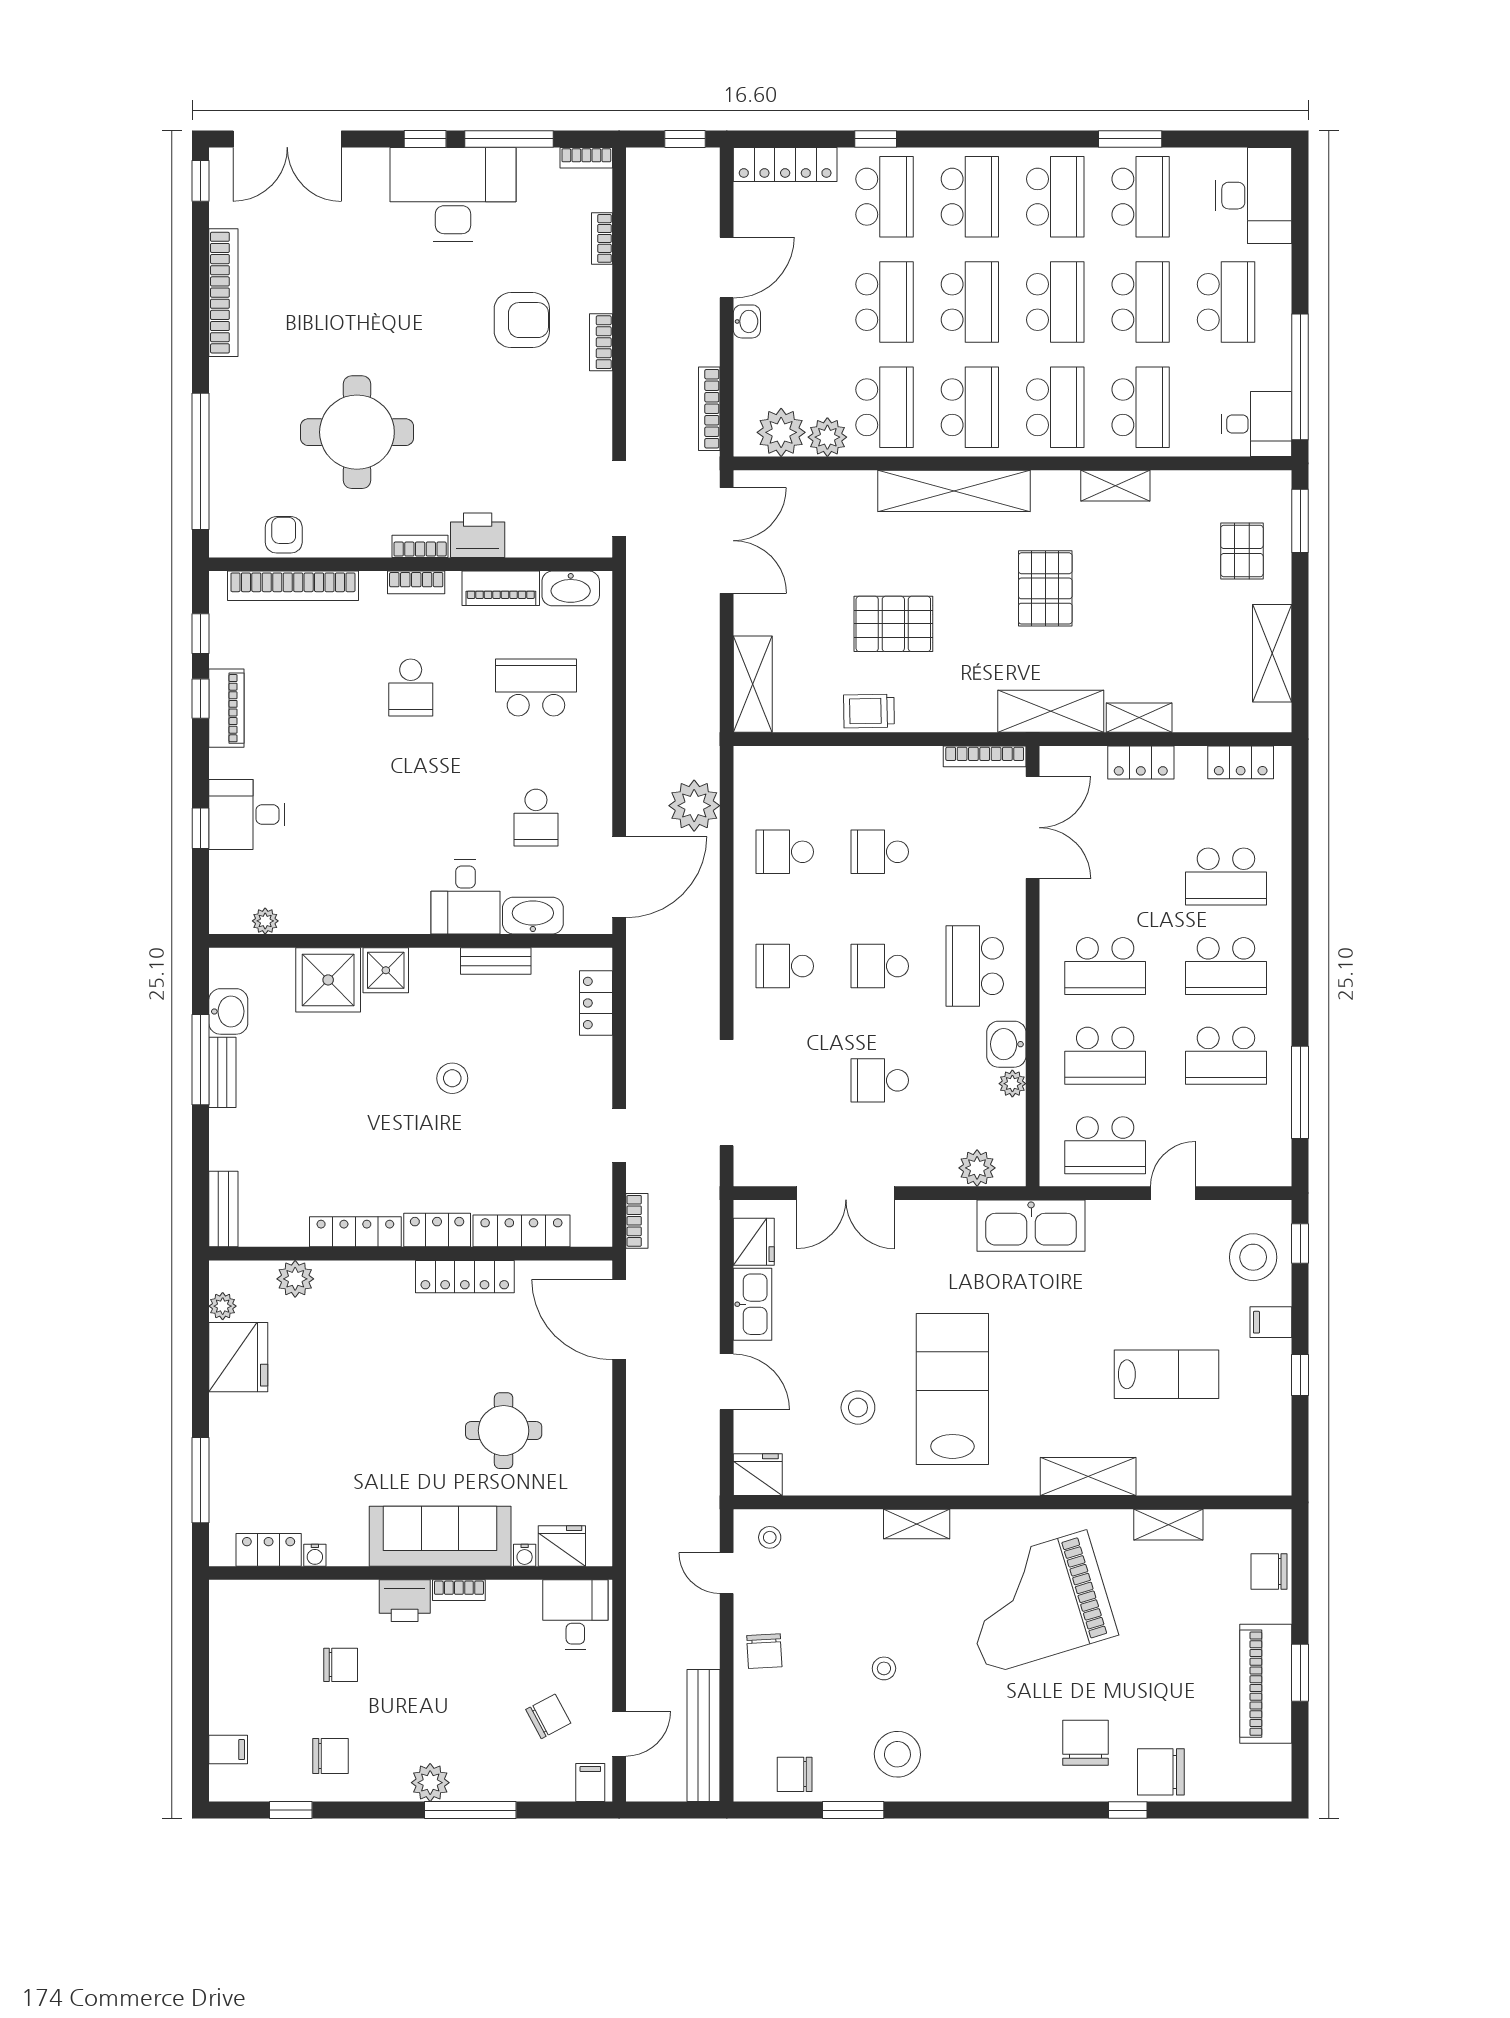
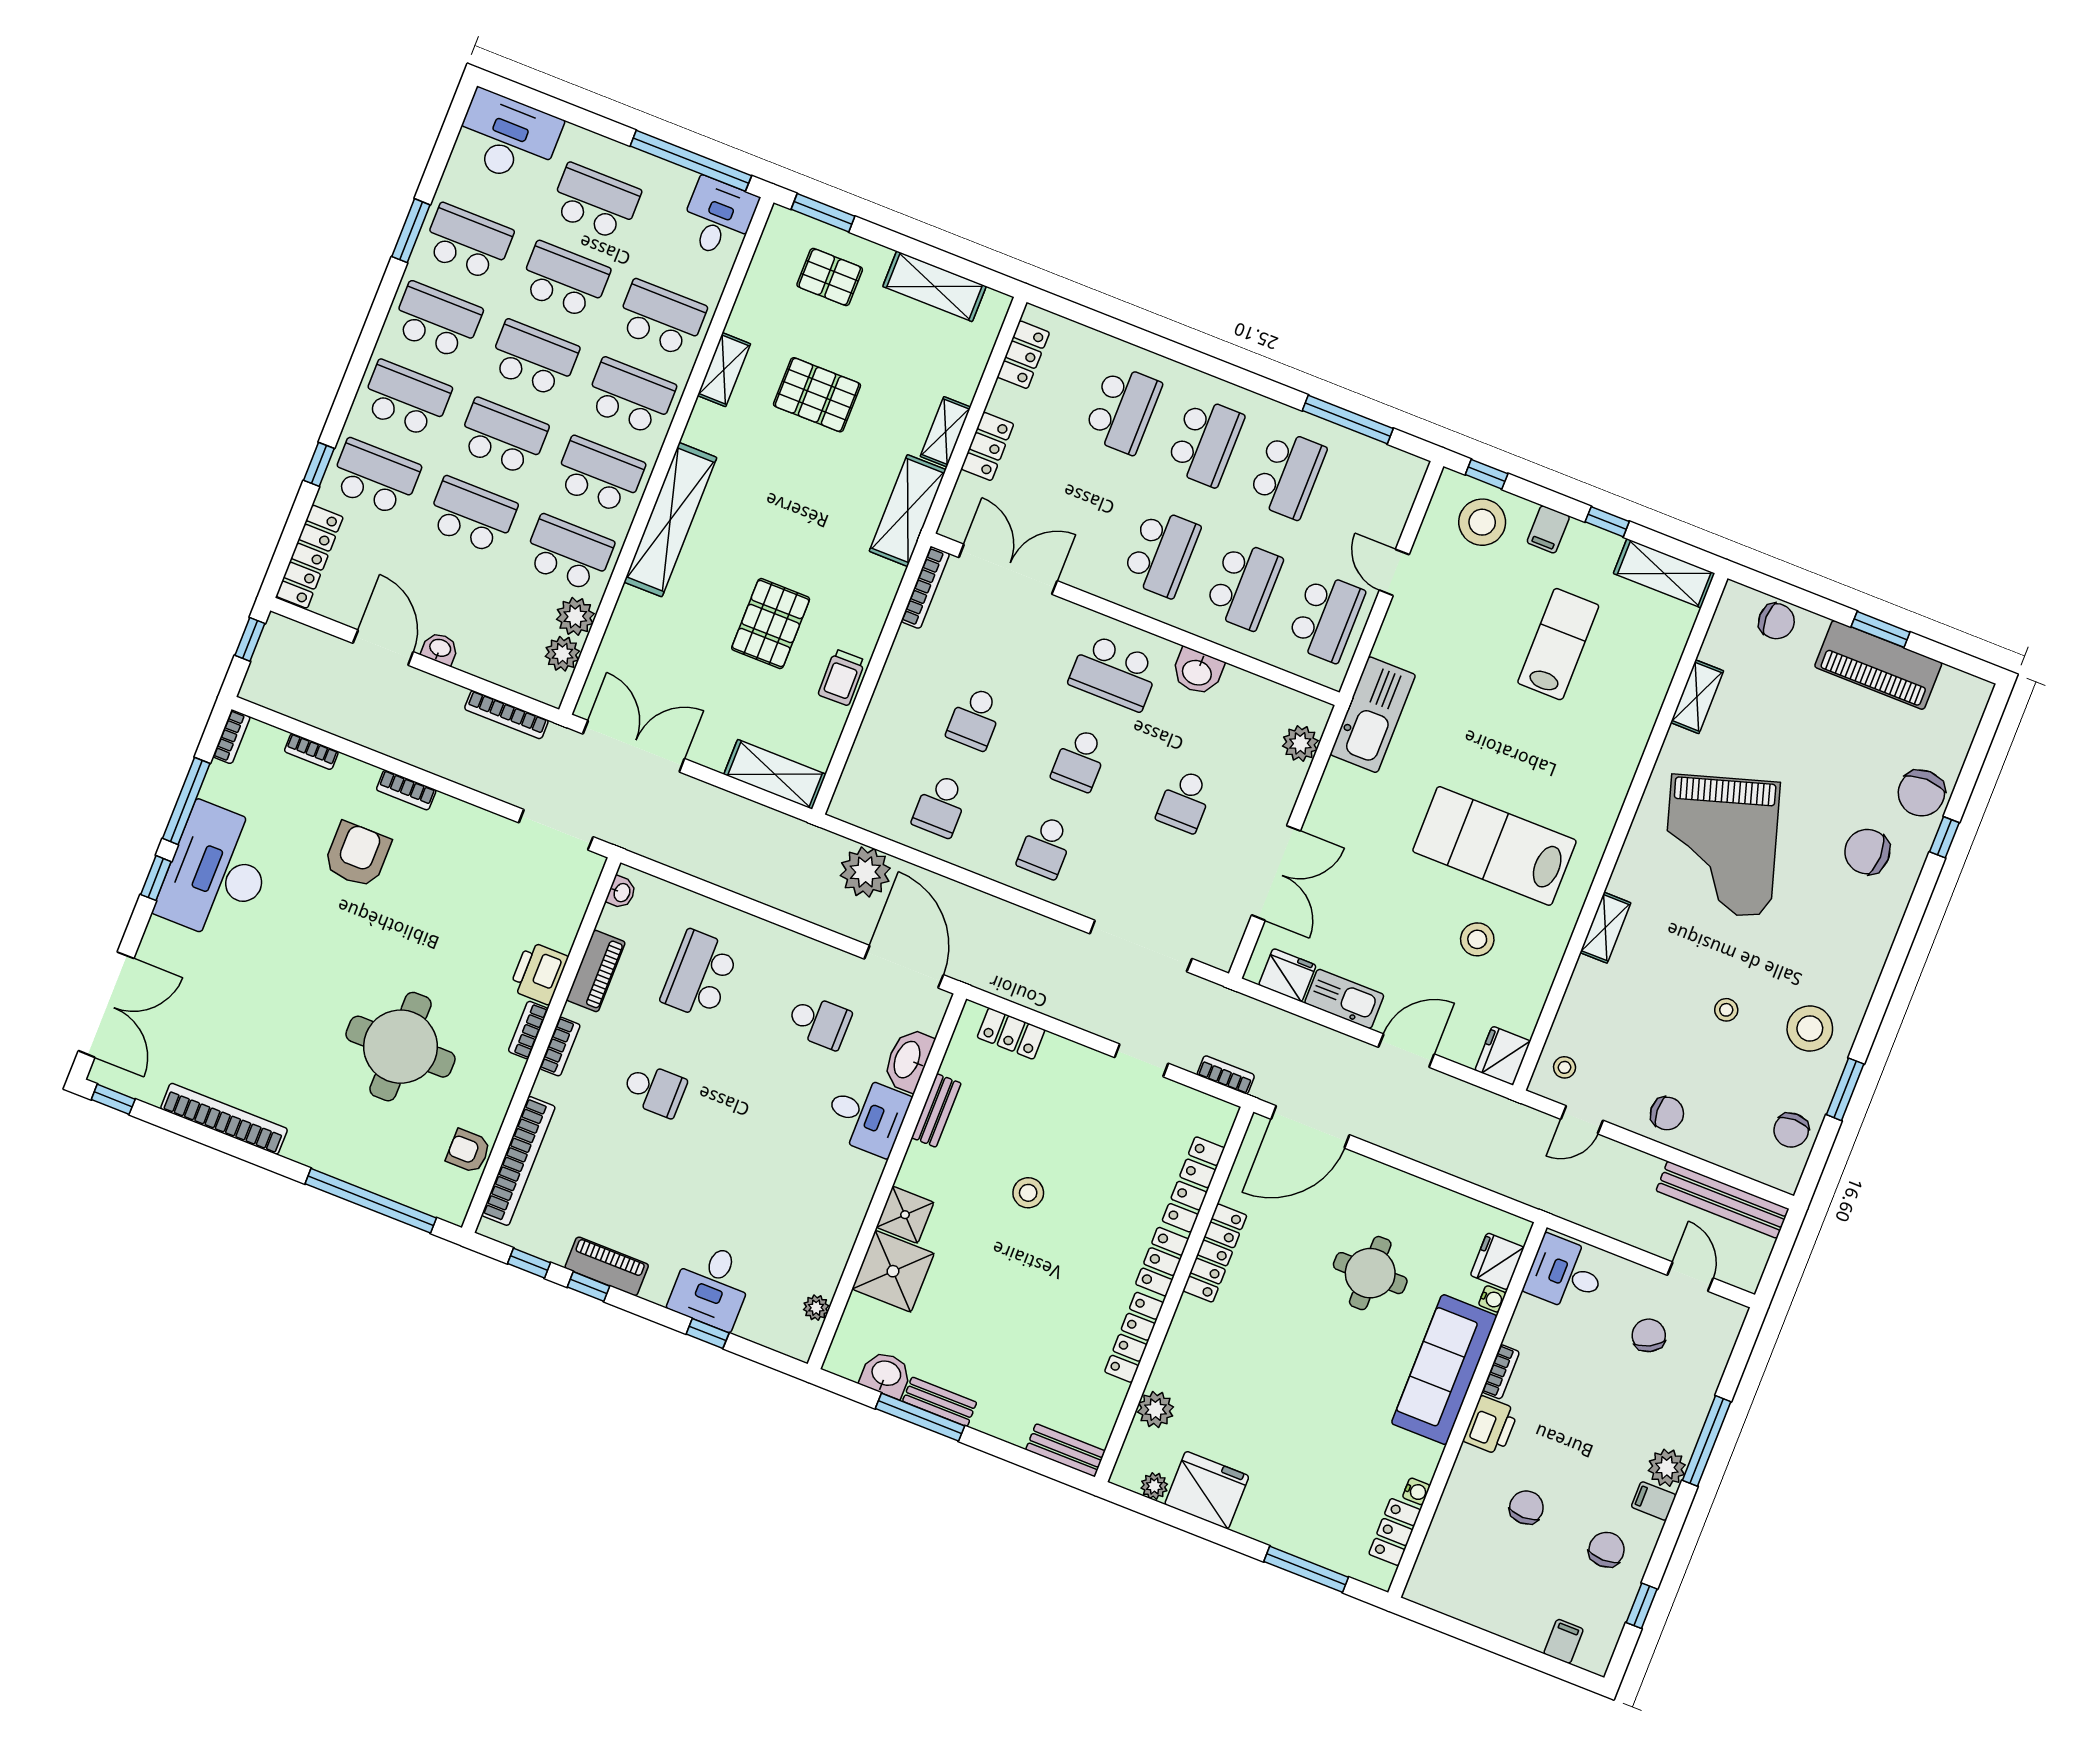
plant: (781, 432) -> (562, 654), width x0.73, depth x0.73
washbasin: (571, 588) -> (621, 892), width x0.52, depth x0.69
pallet: (1045, 588) -> (817, 395), moved
plant: (1012, 1084) -> (1236, 680), removed
shelving: (1088, 1477) -> (1664, 573), moved, turned 90
chair: (1269, 1571) -> (1776, 621), turned -90
filing cabinet: (590, 1782) -> (1654, 1501), moved

